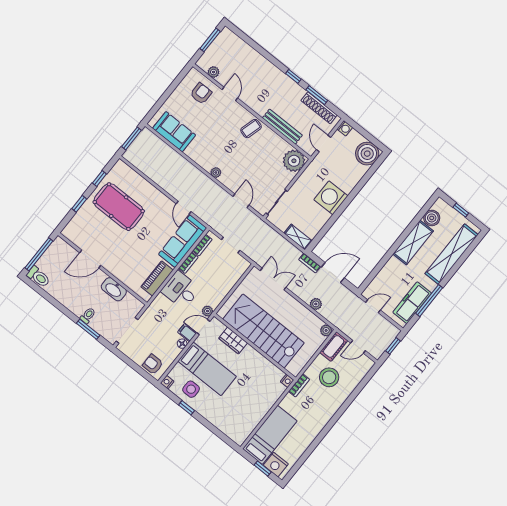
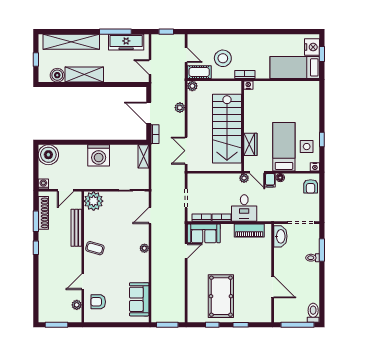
sofa: (183, 241) -> (204, 233), width x0.73
washbasin: (114, 289) -> (280, 236), moved

